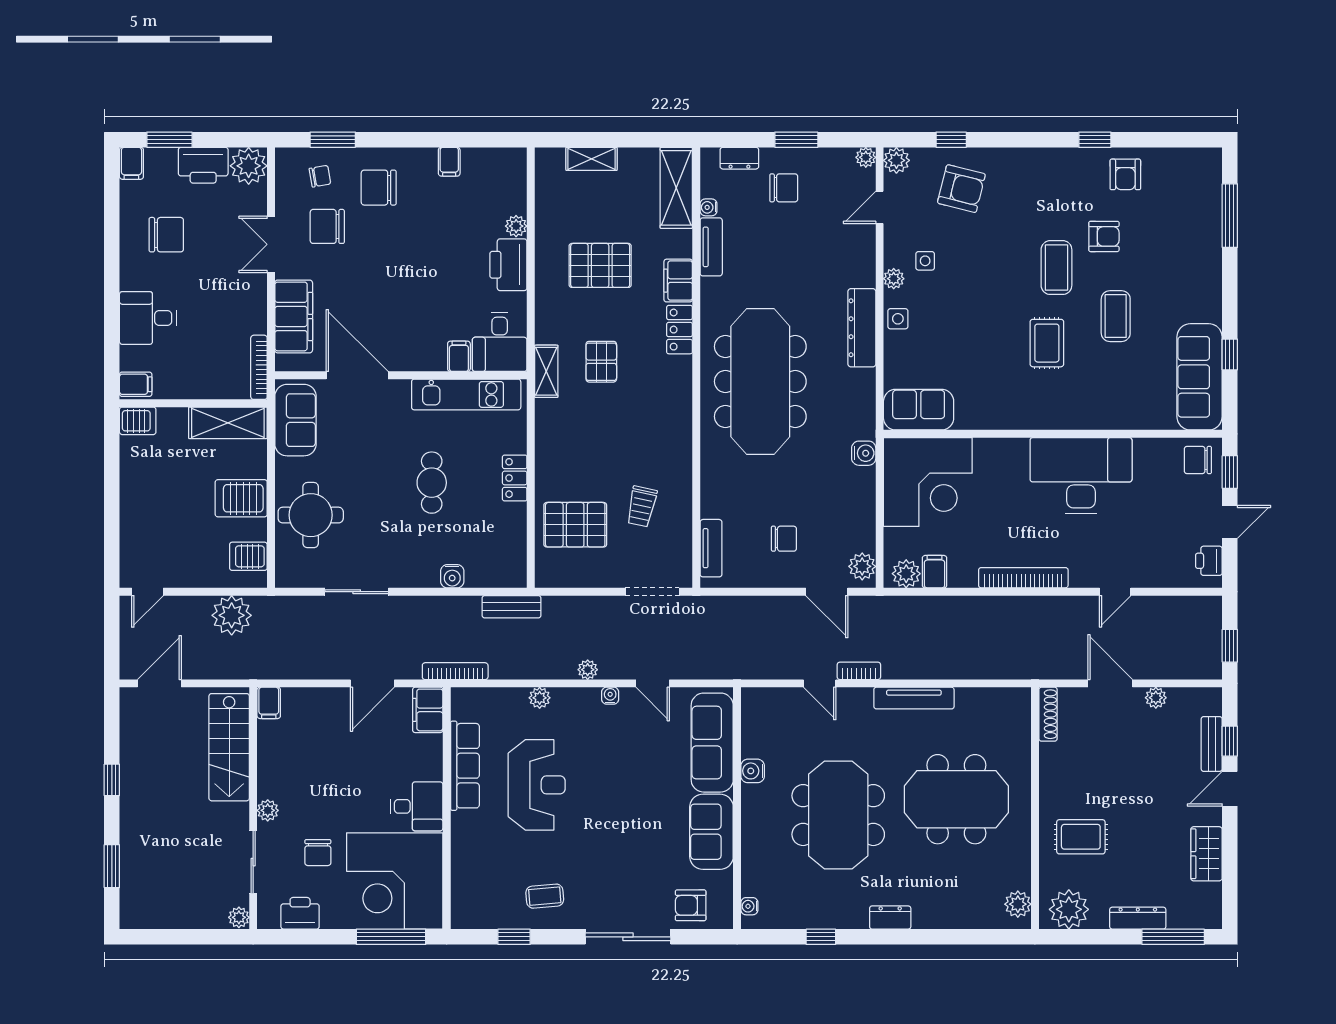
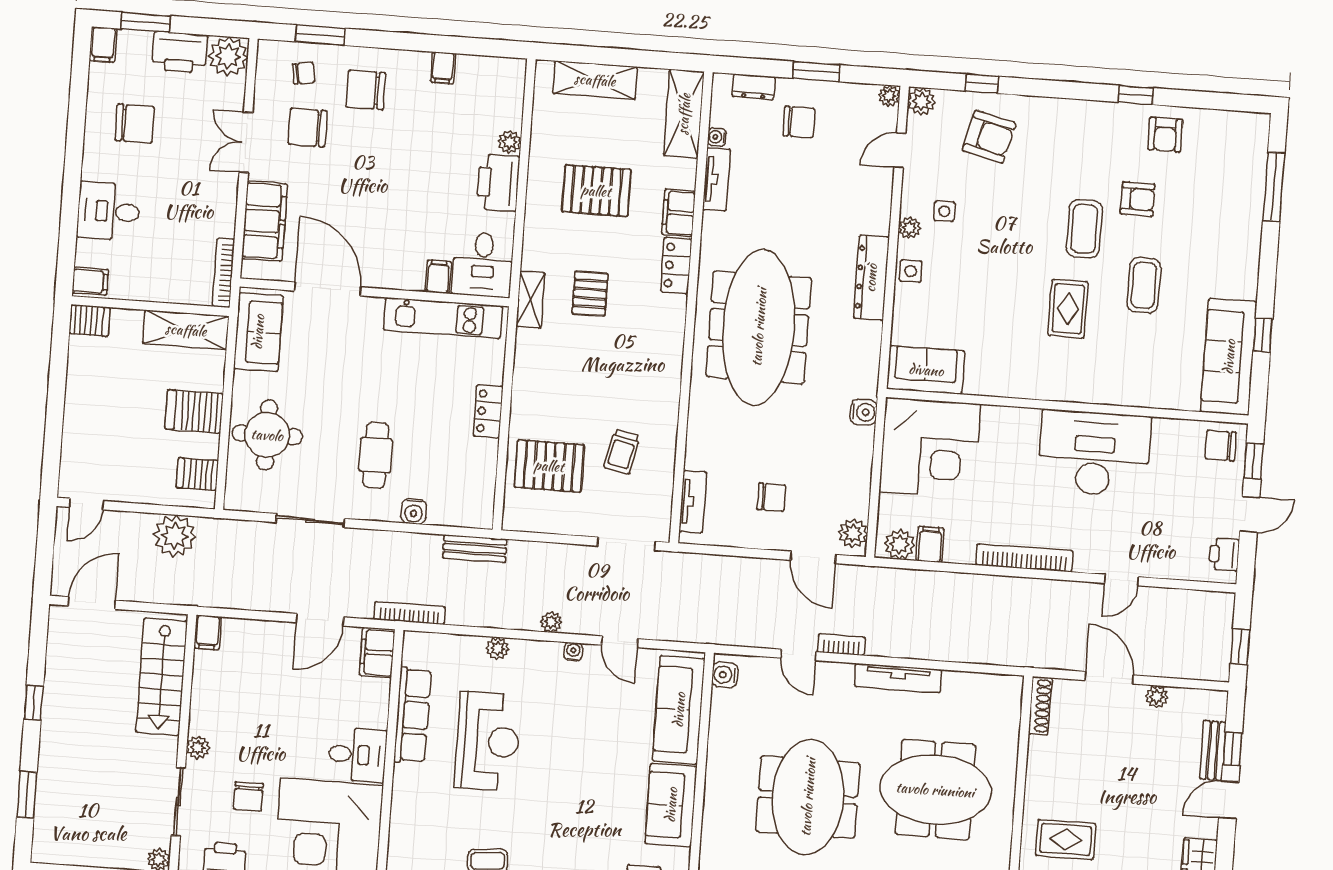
shelving: (591, 159) -> (595, 80), width x1.50, depth x1.33
cafe table: (432, 483) -> (376, 455), moved
water cooler: (753, 771) -> (725, 675), moved

